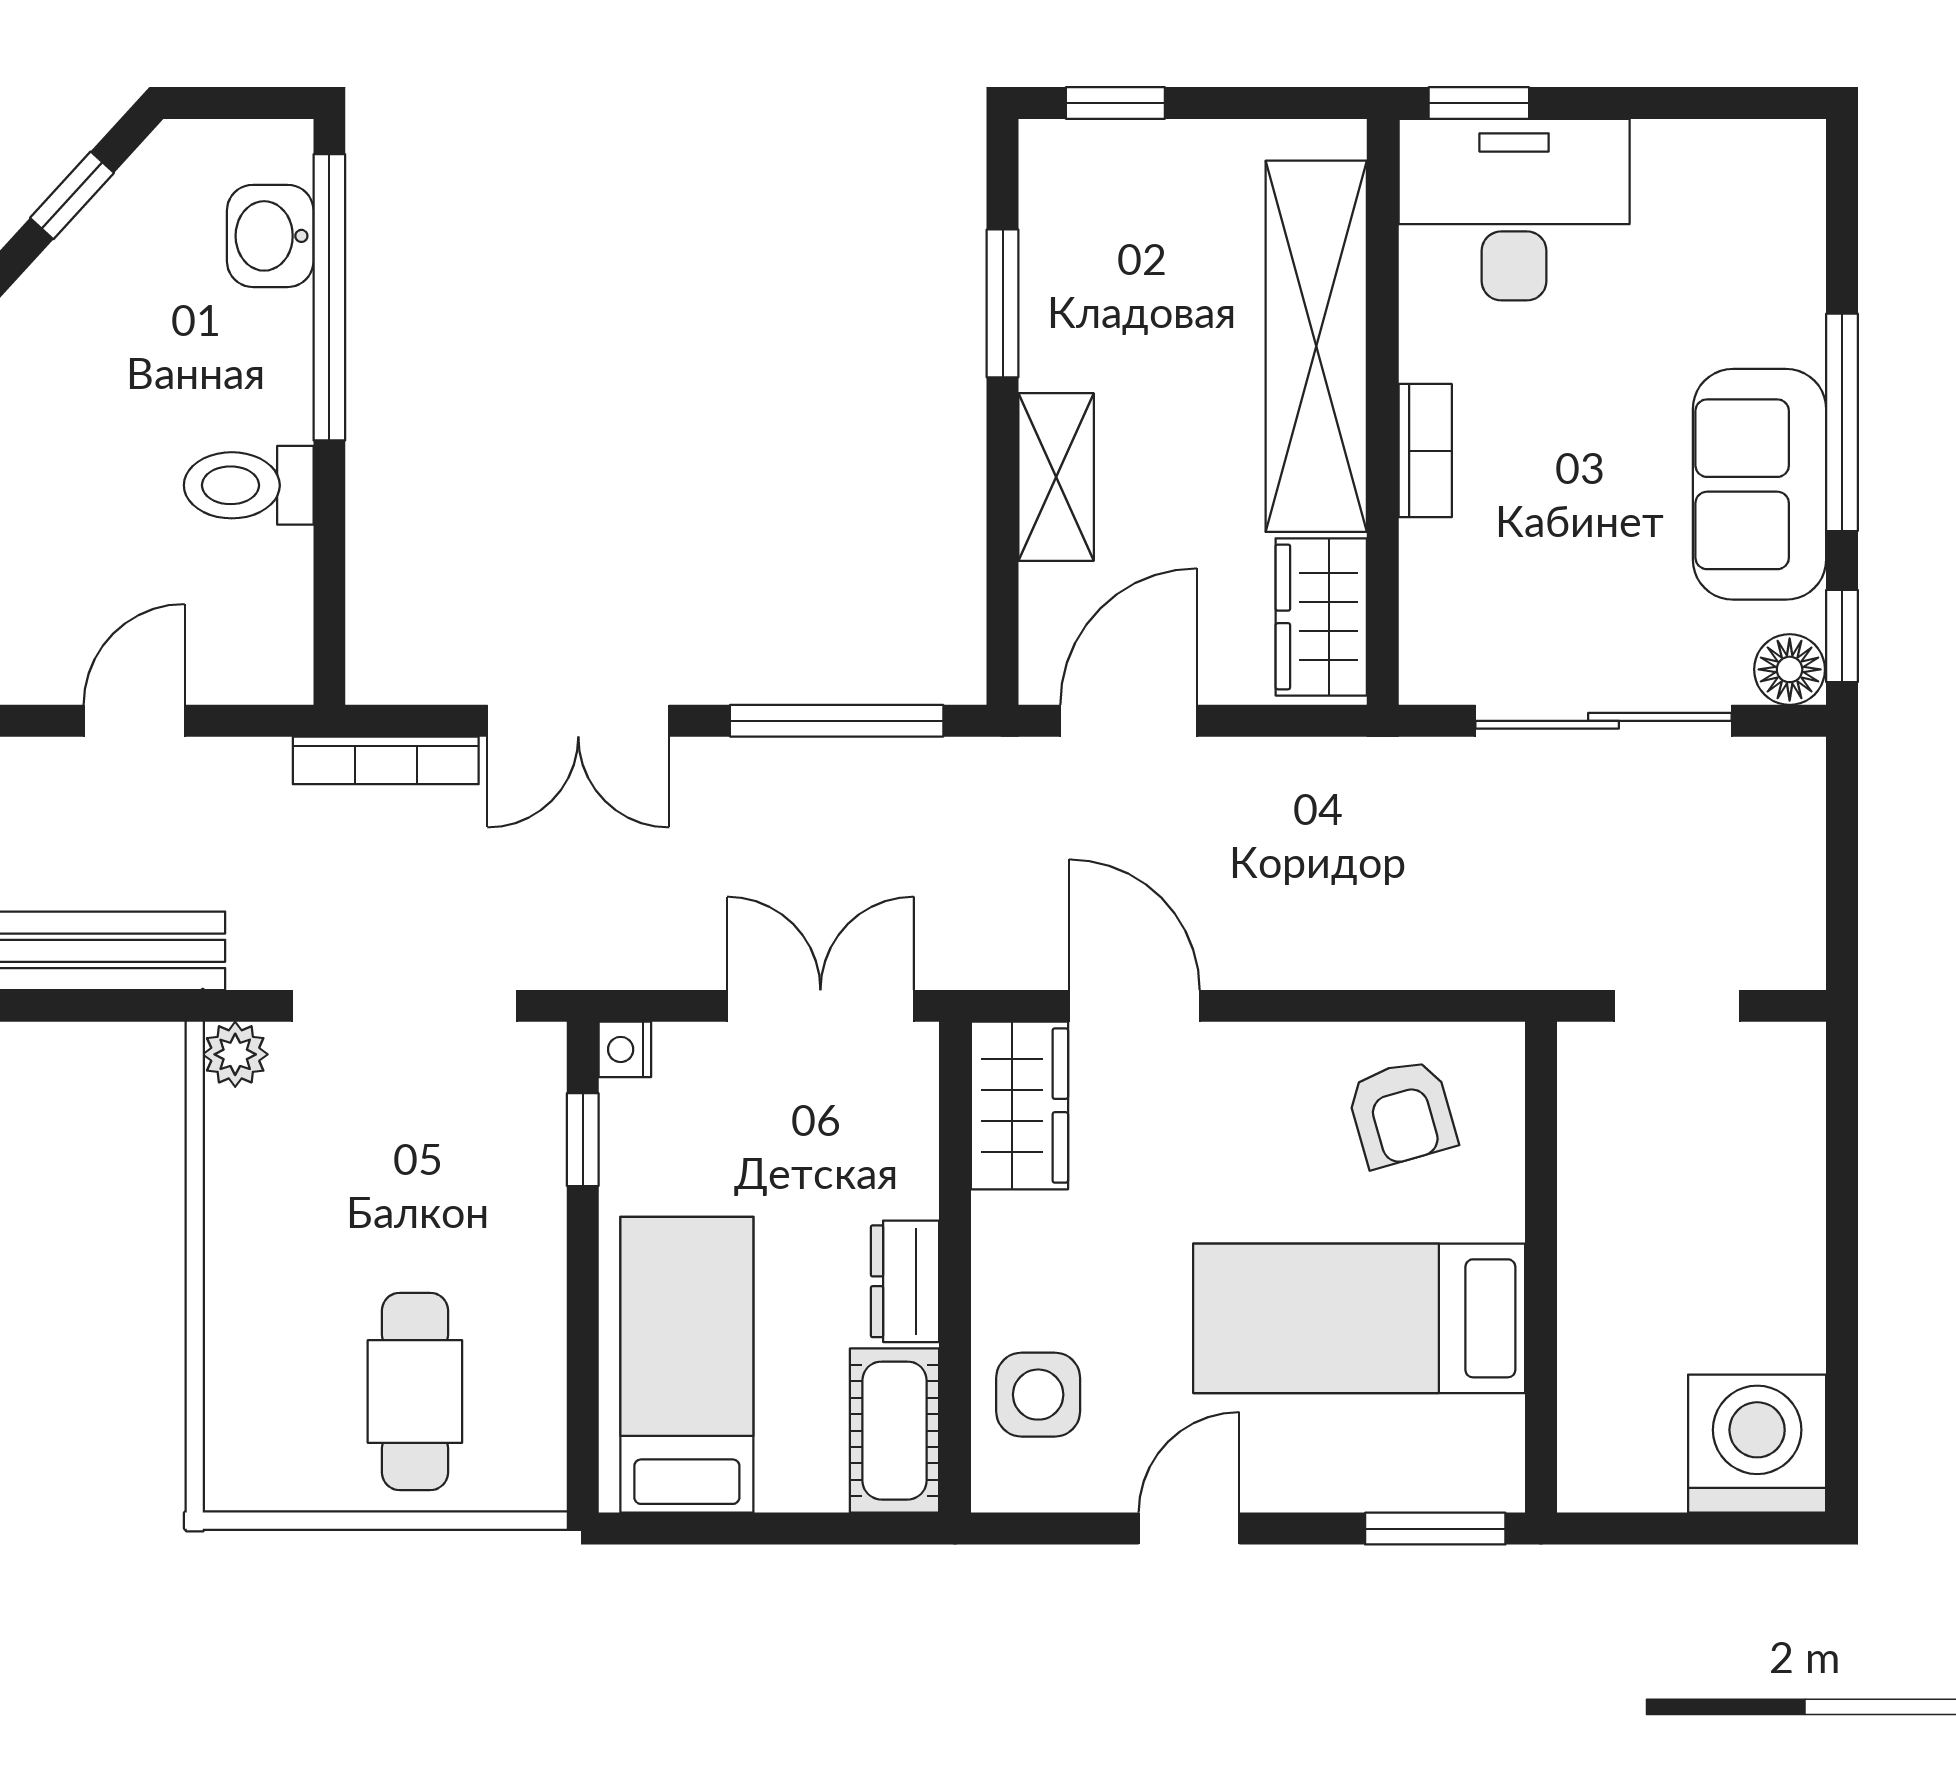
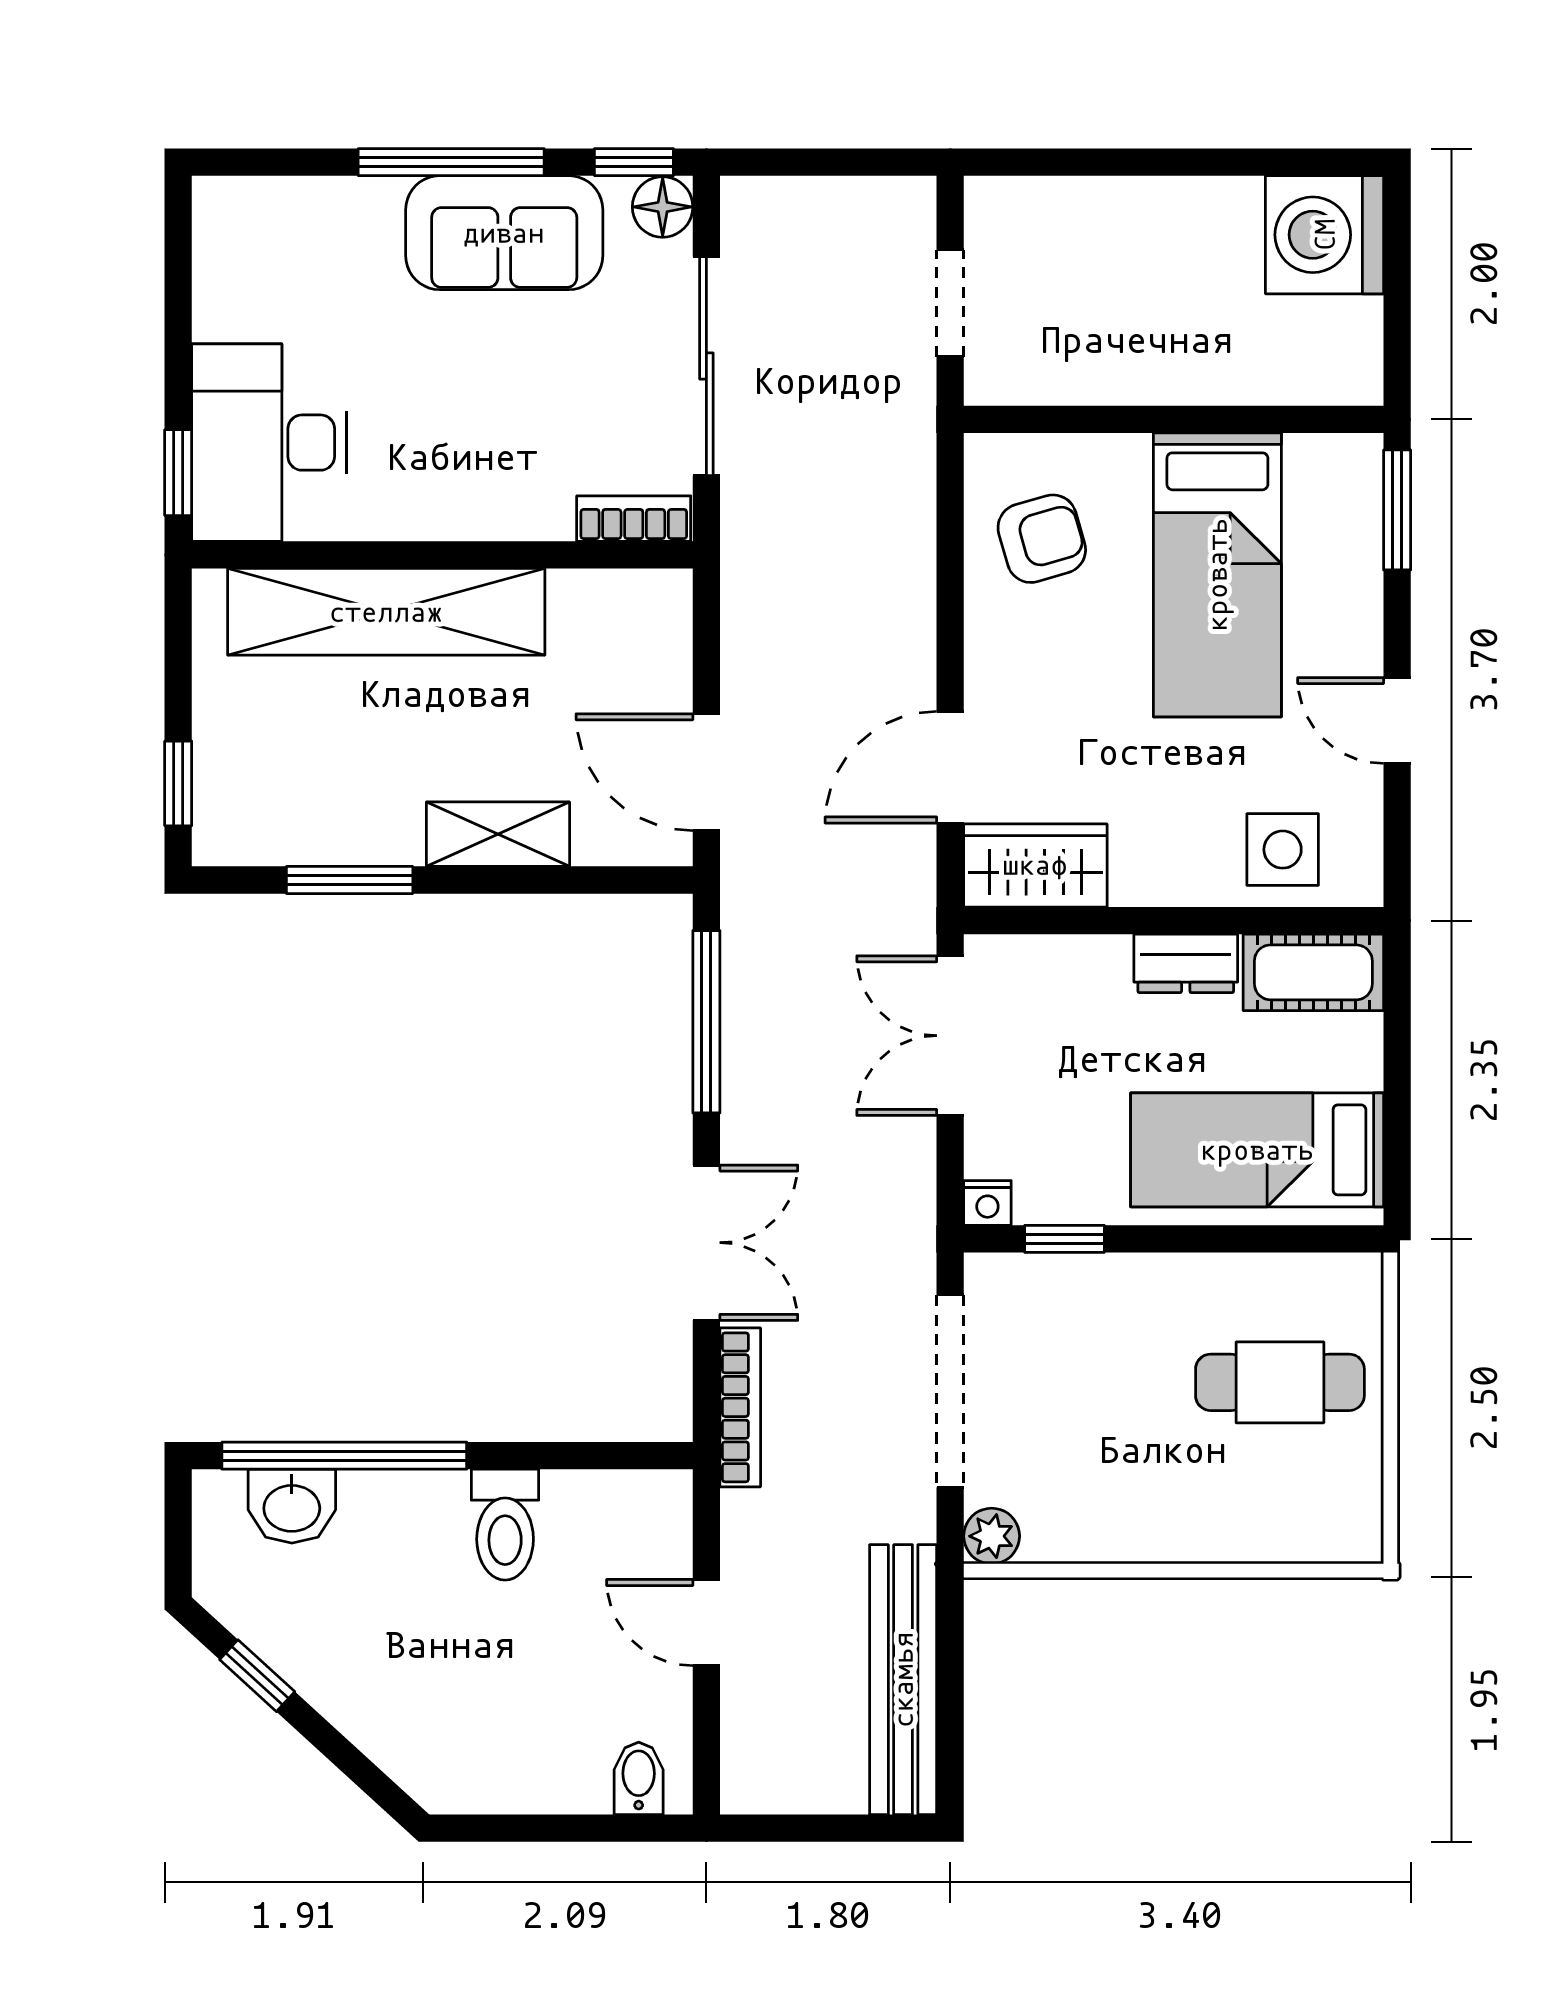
bookcase: (1425, 451) -> (634, 519), moved
wardrobe: (1321, 617) -> (618, 607), removed

